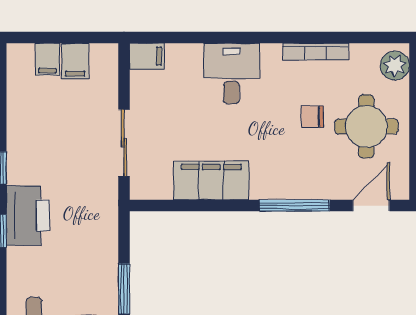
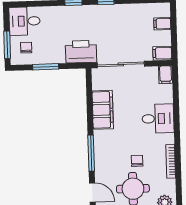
filing cabinet: (75, 61) -> (162, 53), moved
sliding door: (124, 143) -> (121, 64), width x1.37
printer: (28, 215) -> (81, 52), moved, turned 180

